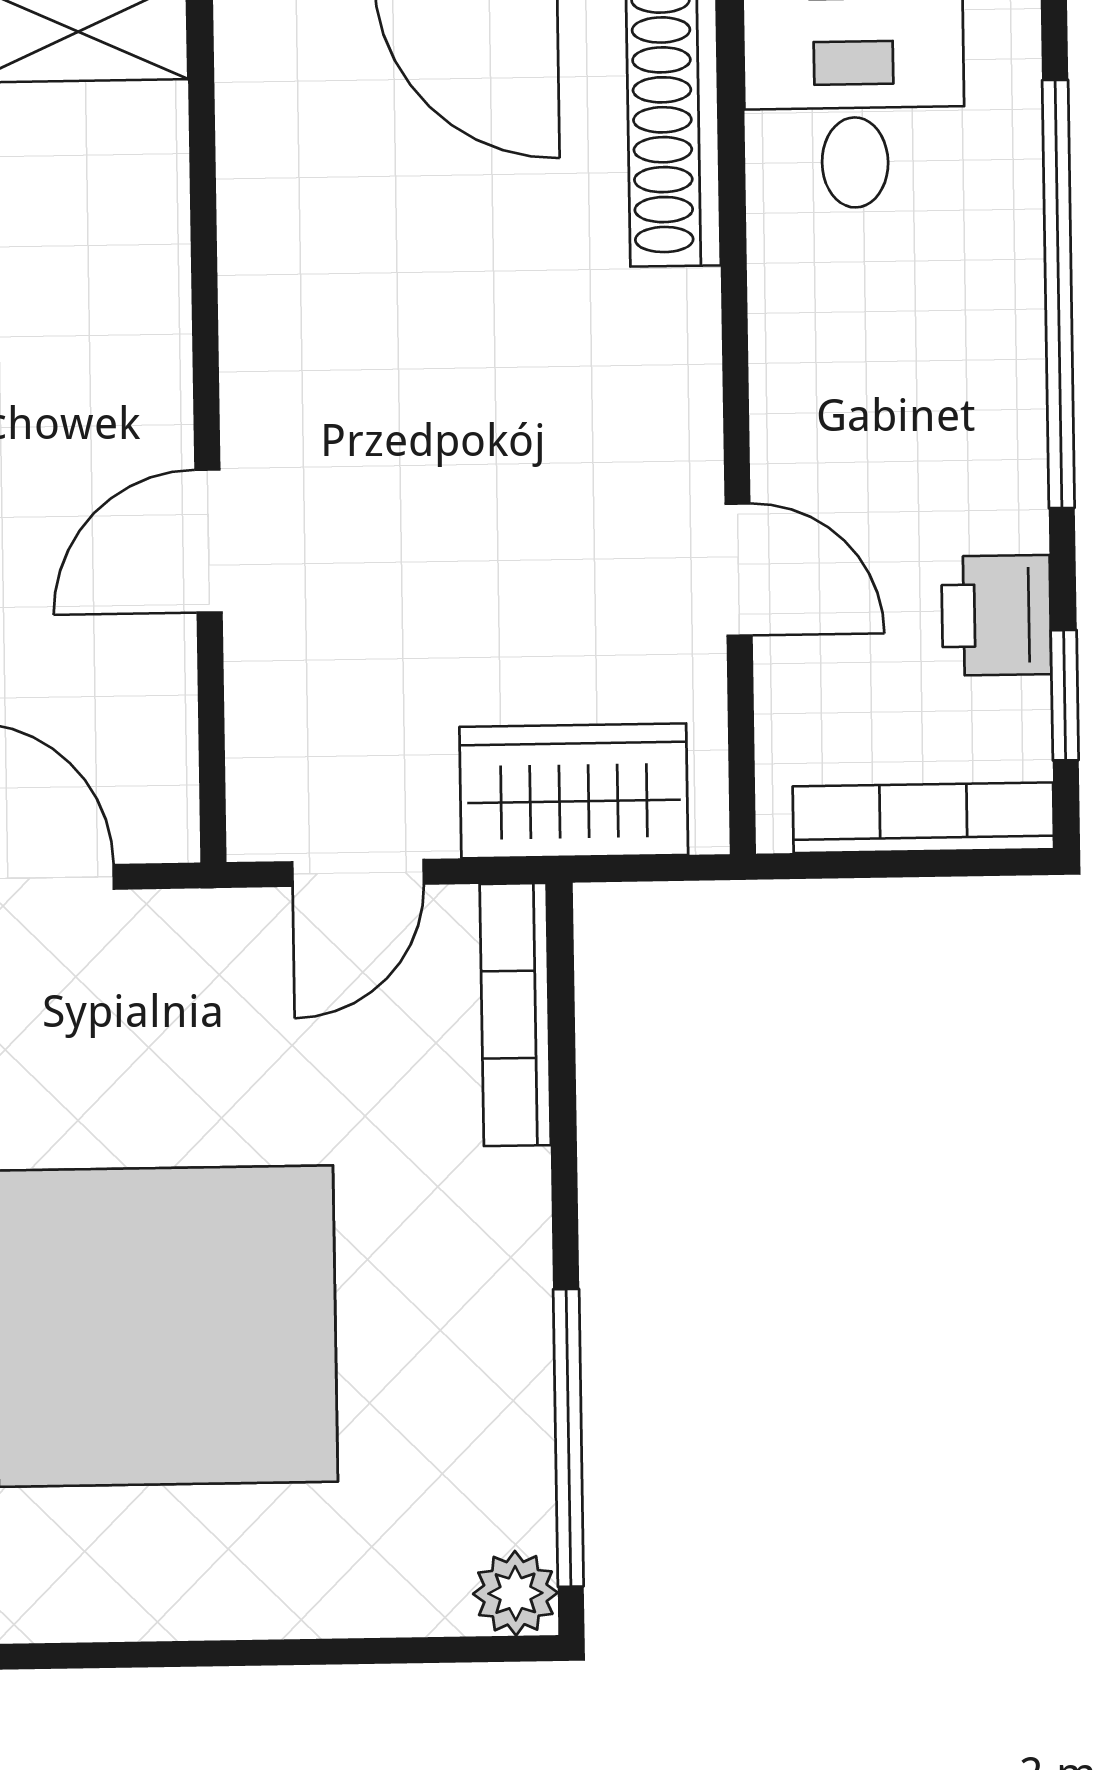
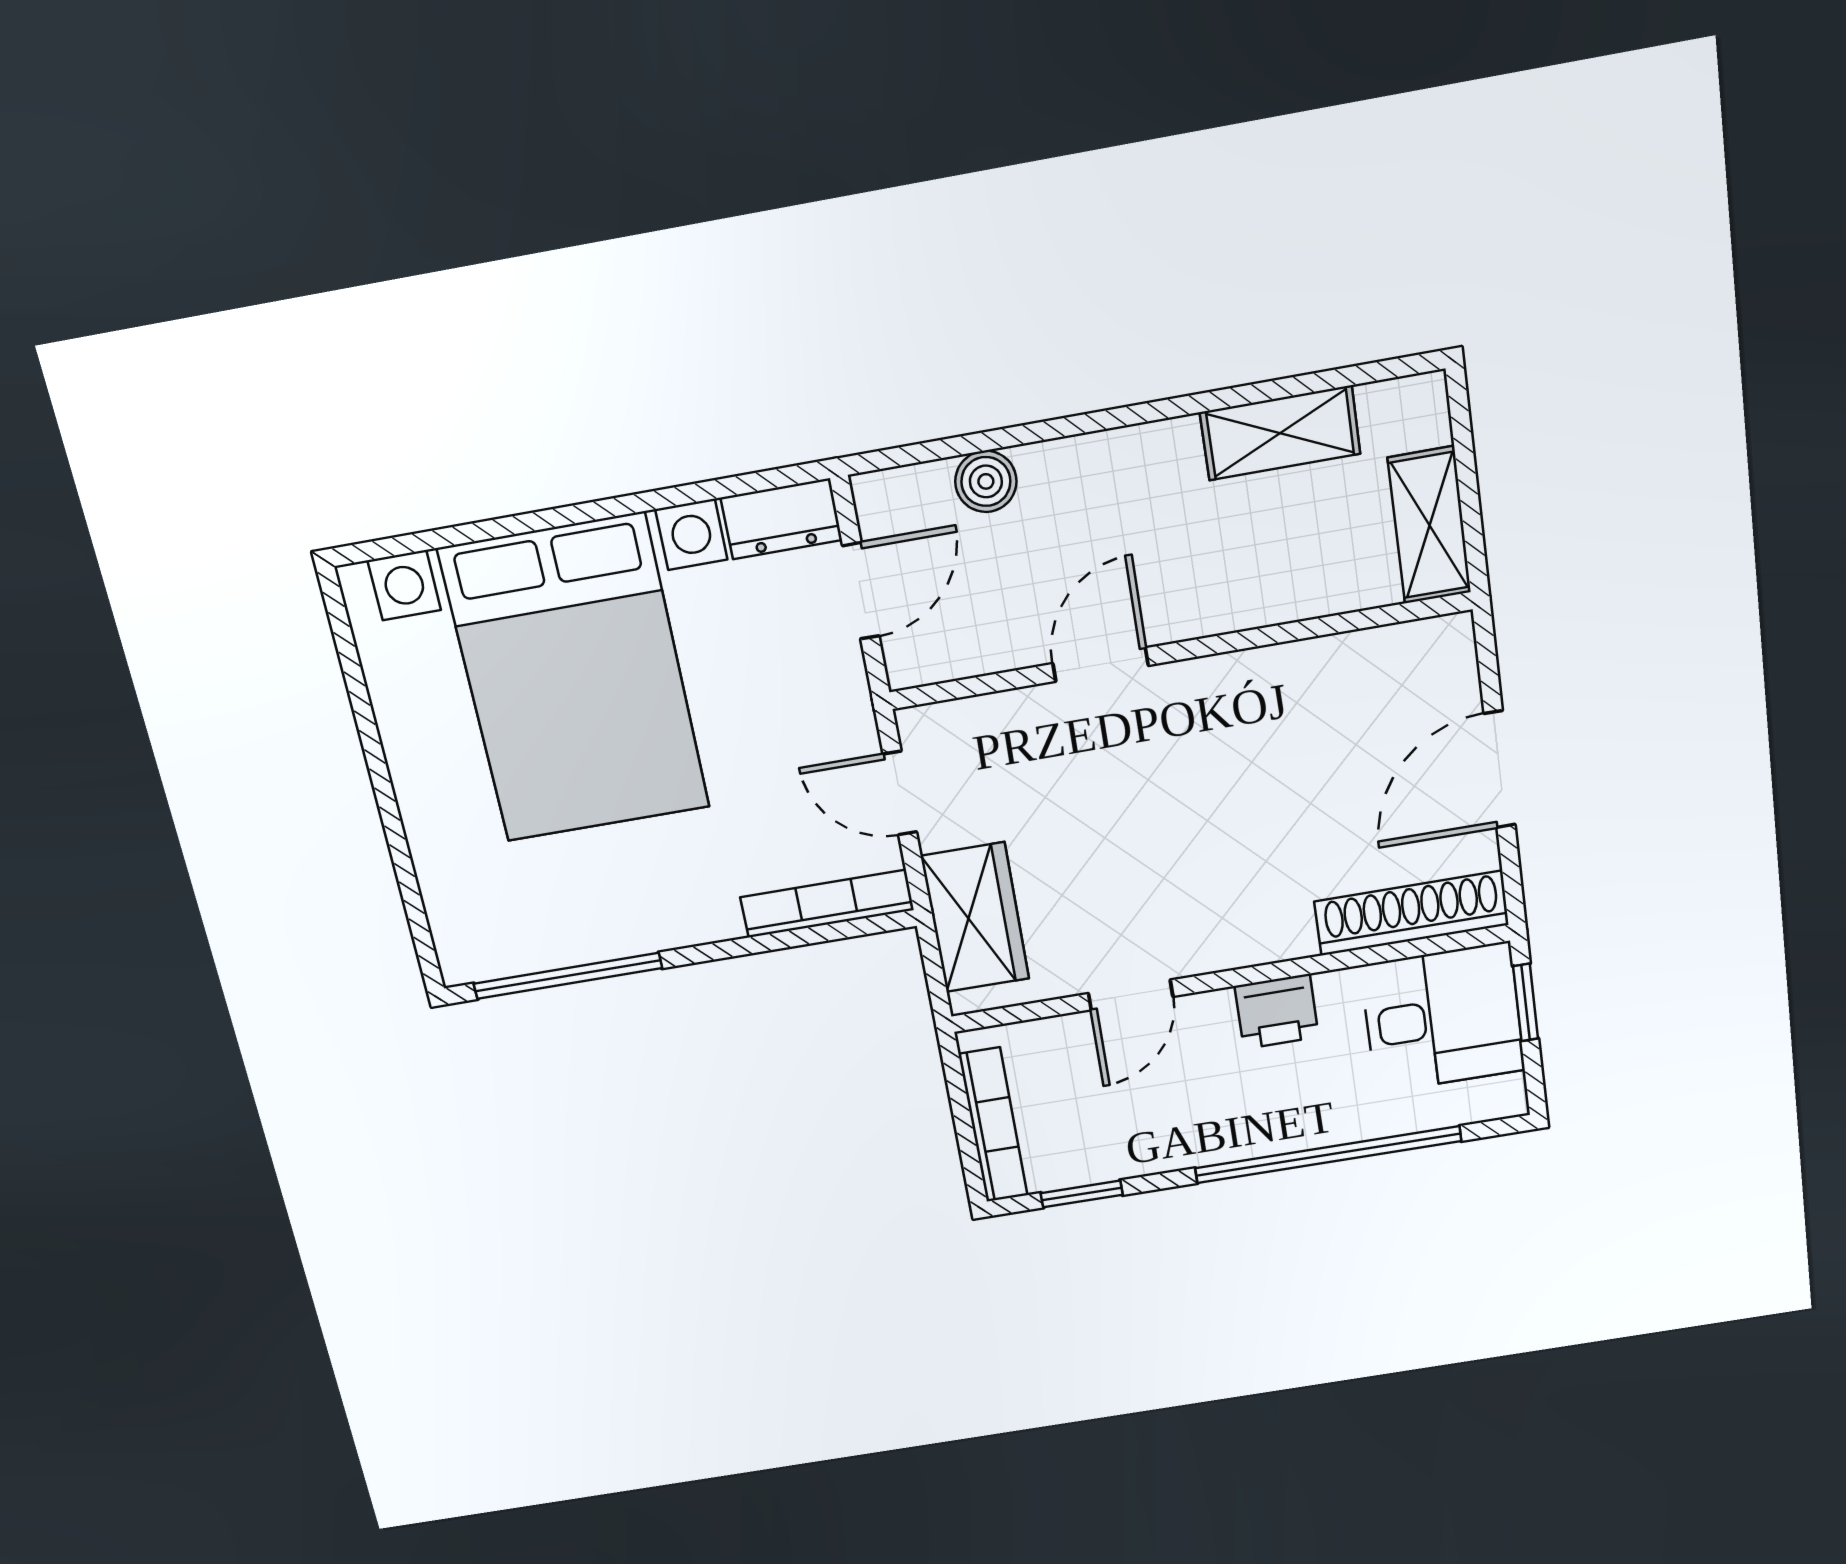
door: (208, 541) -> (1101, 665), hinge flipped
printer: (996, 615) -> (1277, 1011), moved, turned 180
plant: (515, 1593) -> (464, 959), removed

